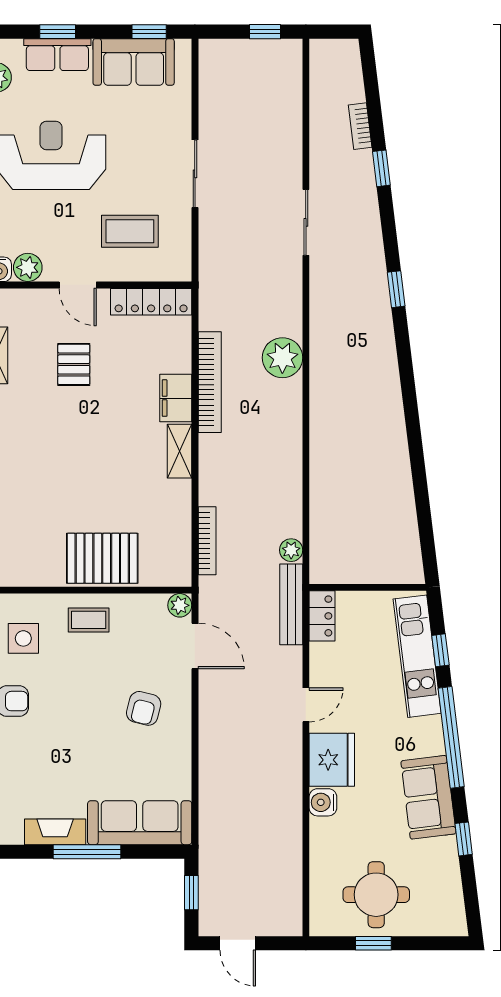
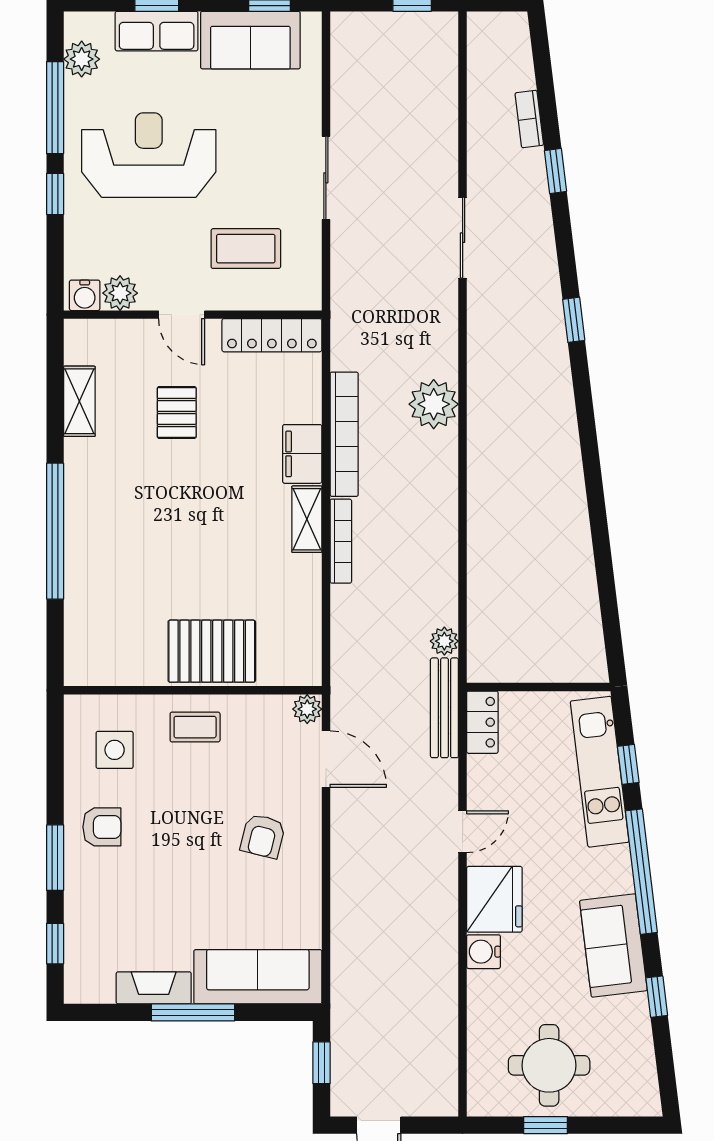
bookcase: (207, 541) -> (341, 541), moved

